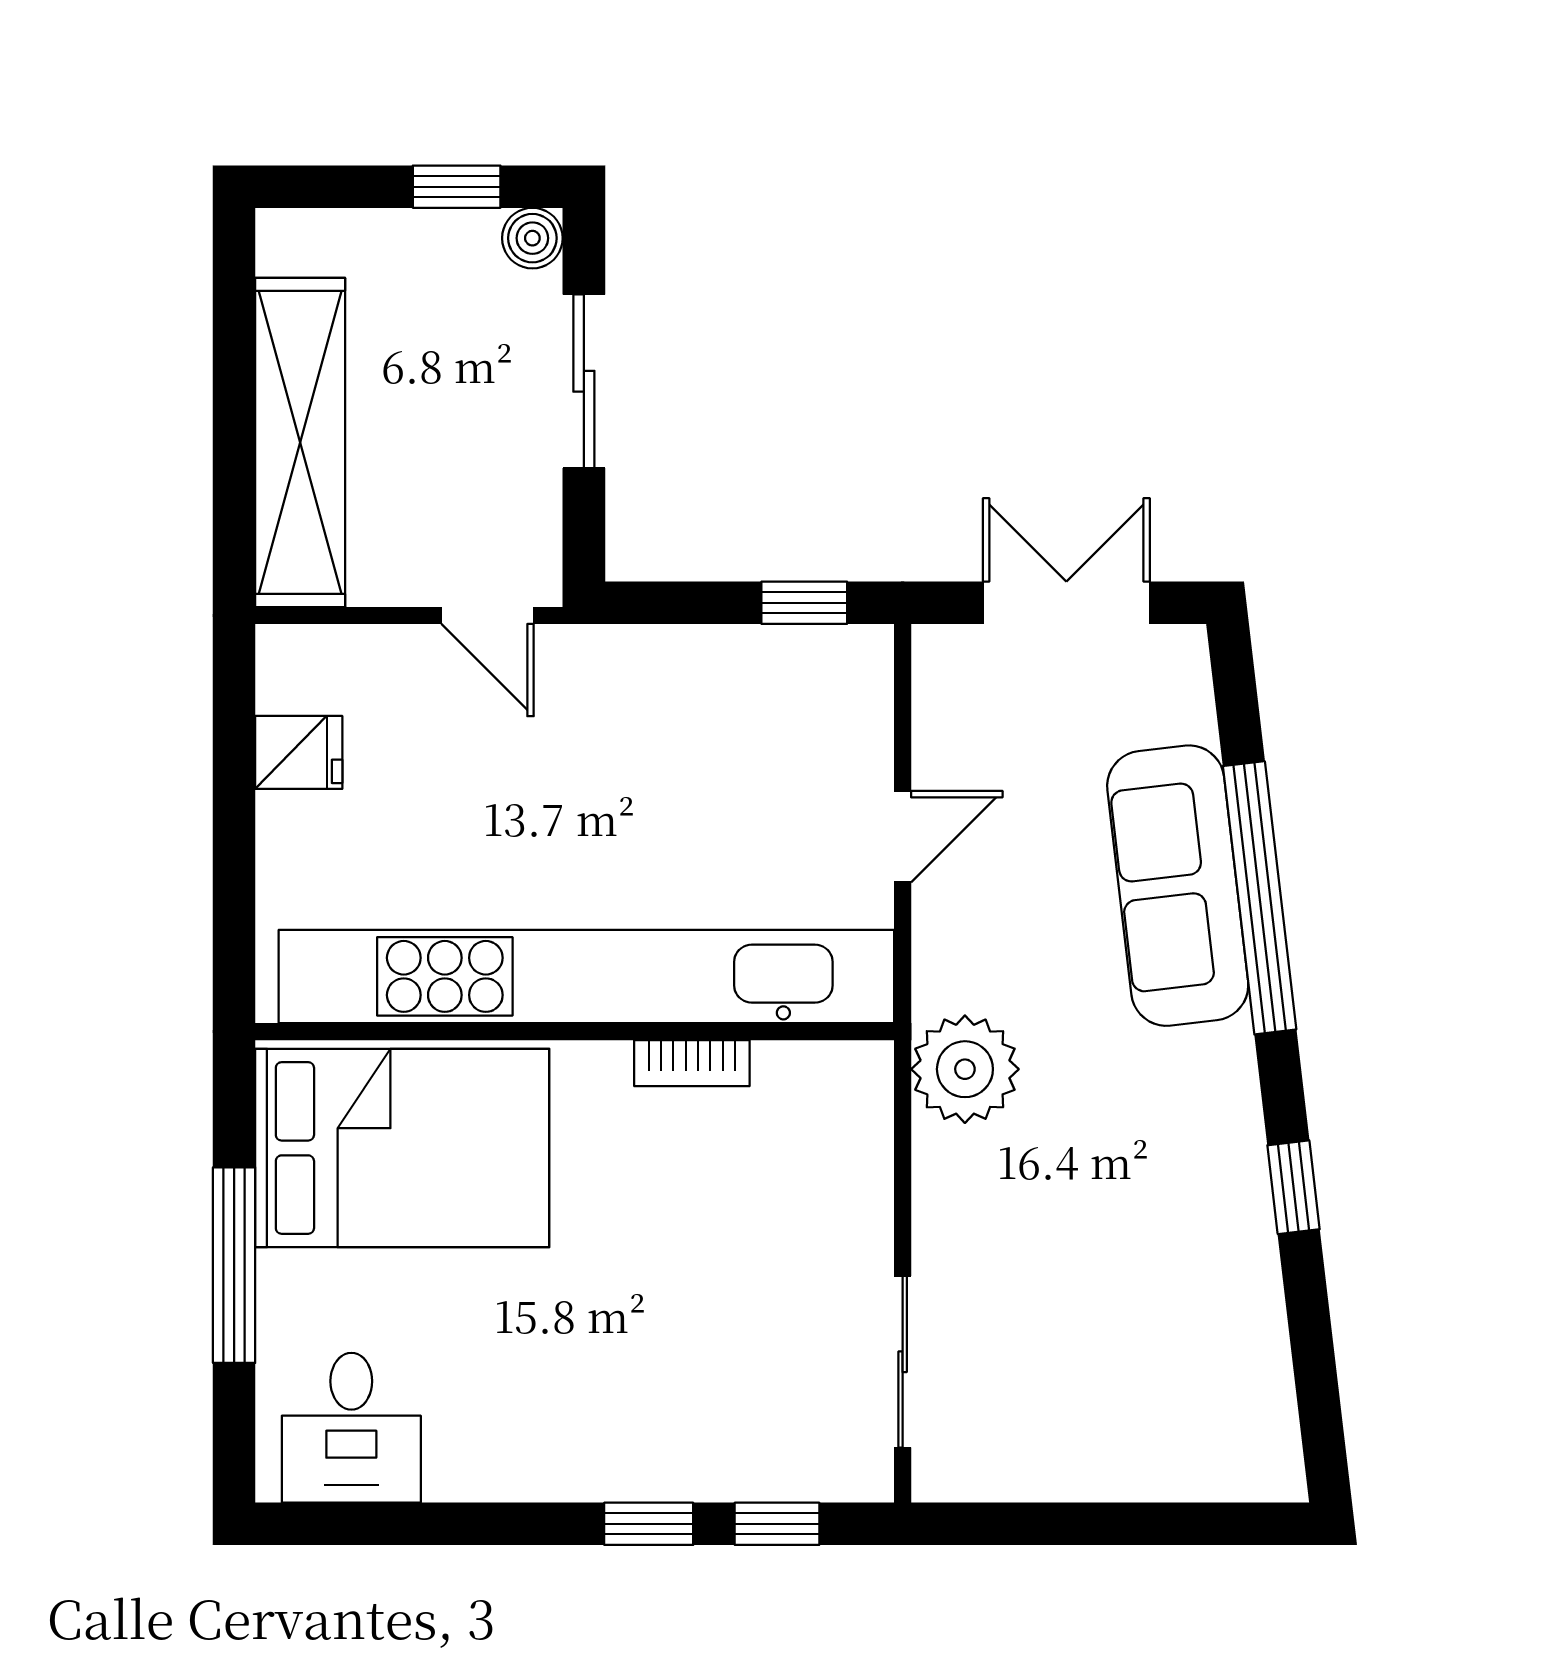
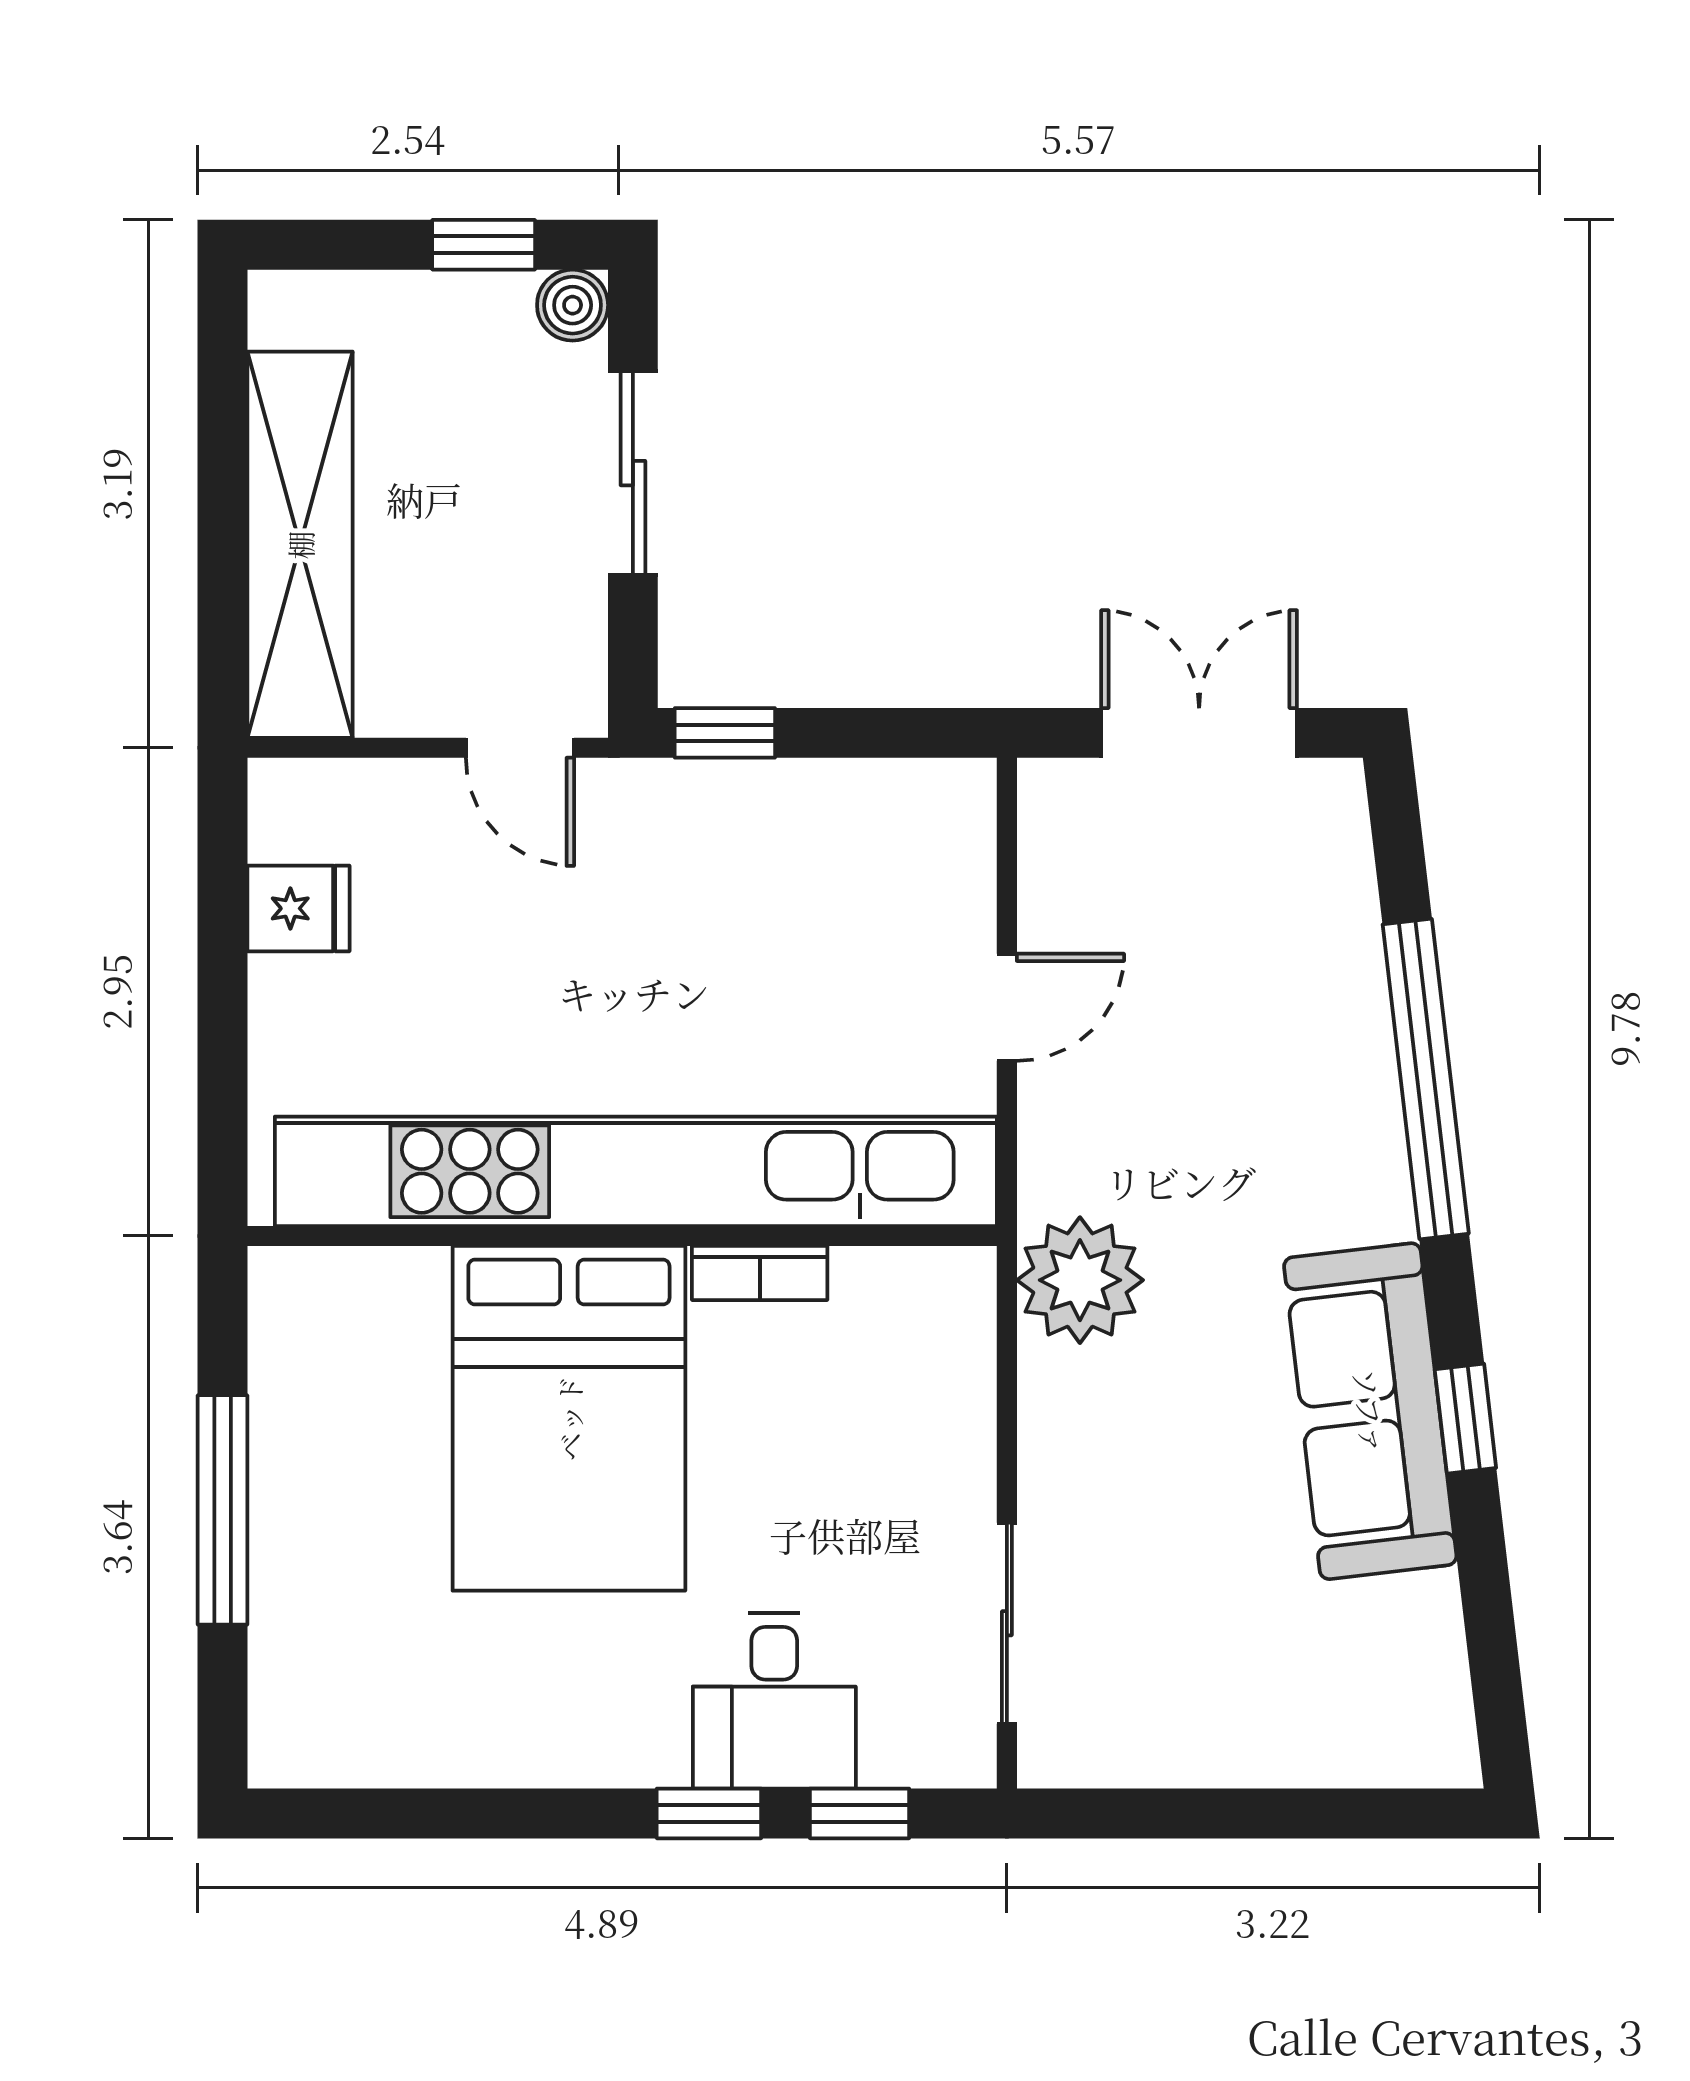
window: (804, 603) -> (725, 733), moved
sofa: (1178, 886) -> (1370, 1411), moved
bed: (402, 1148) -> (569, 1418), moved, turned 90
desk: (351, 1428) -> (774, 1701), moved

